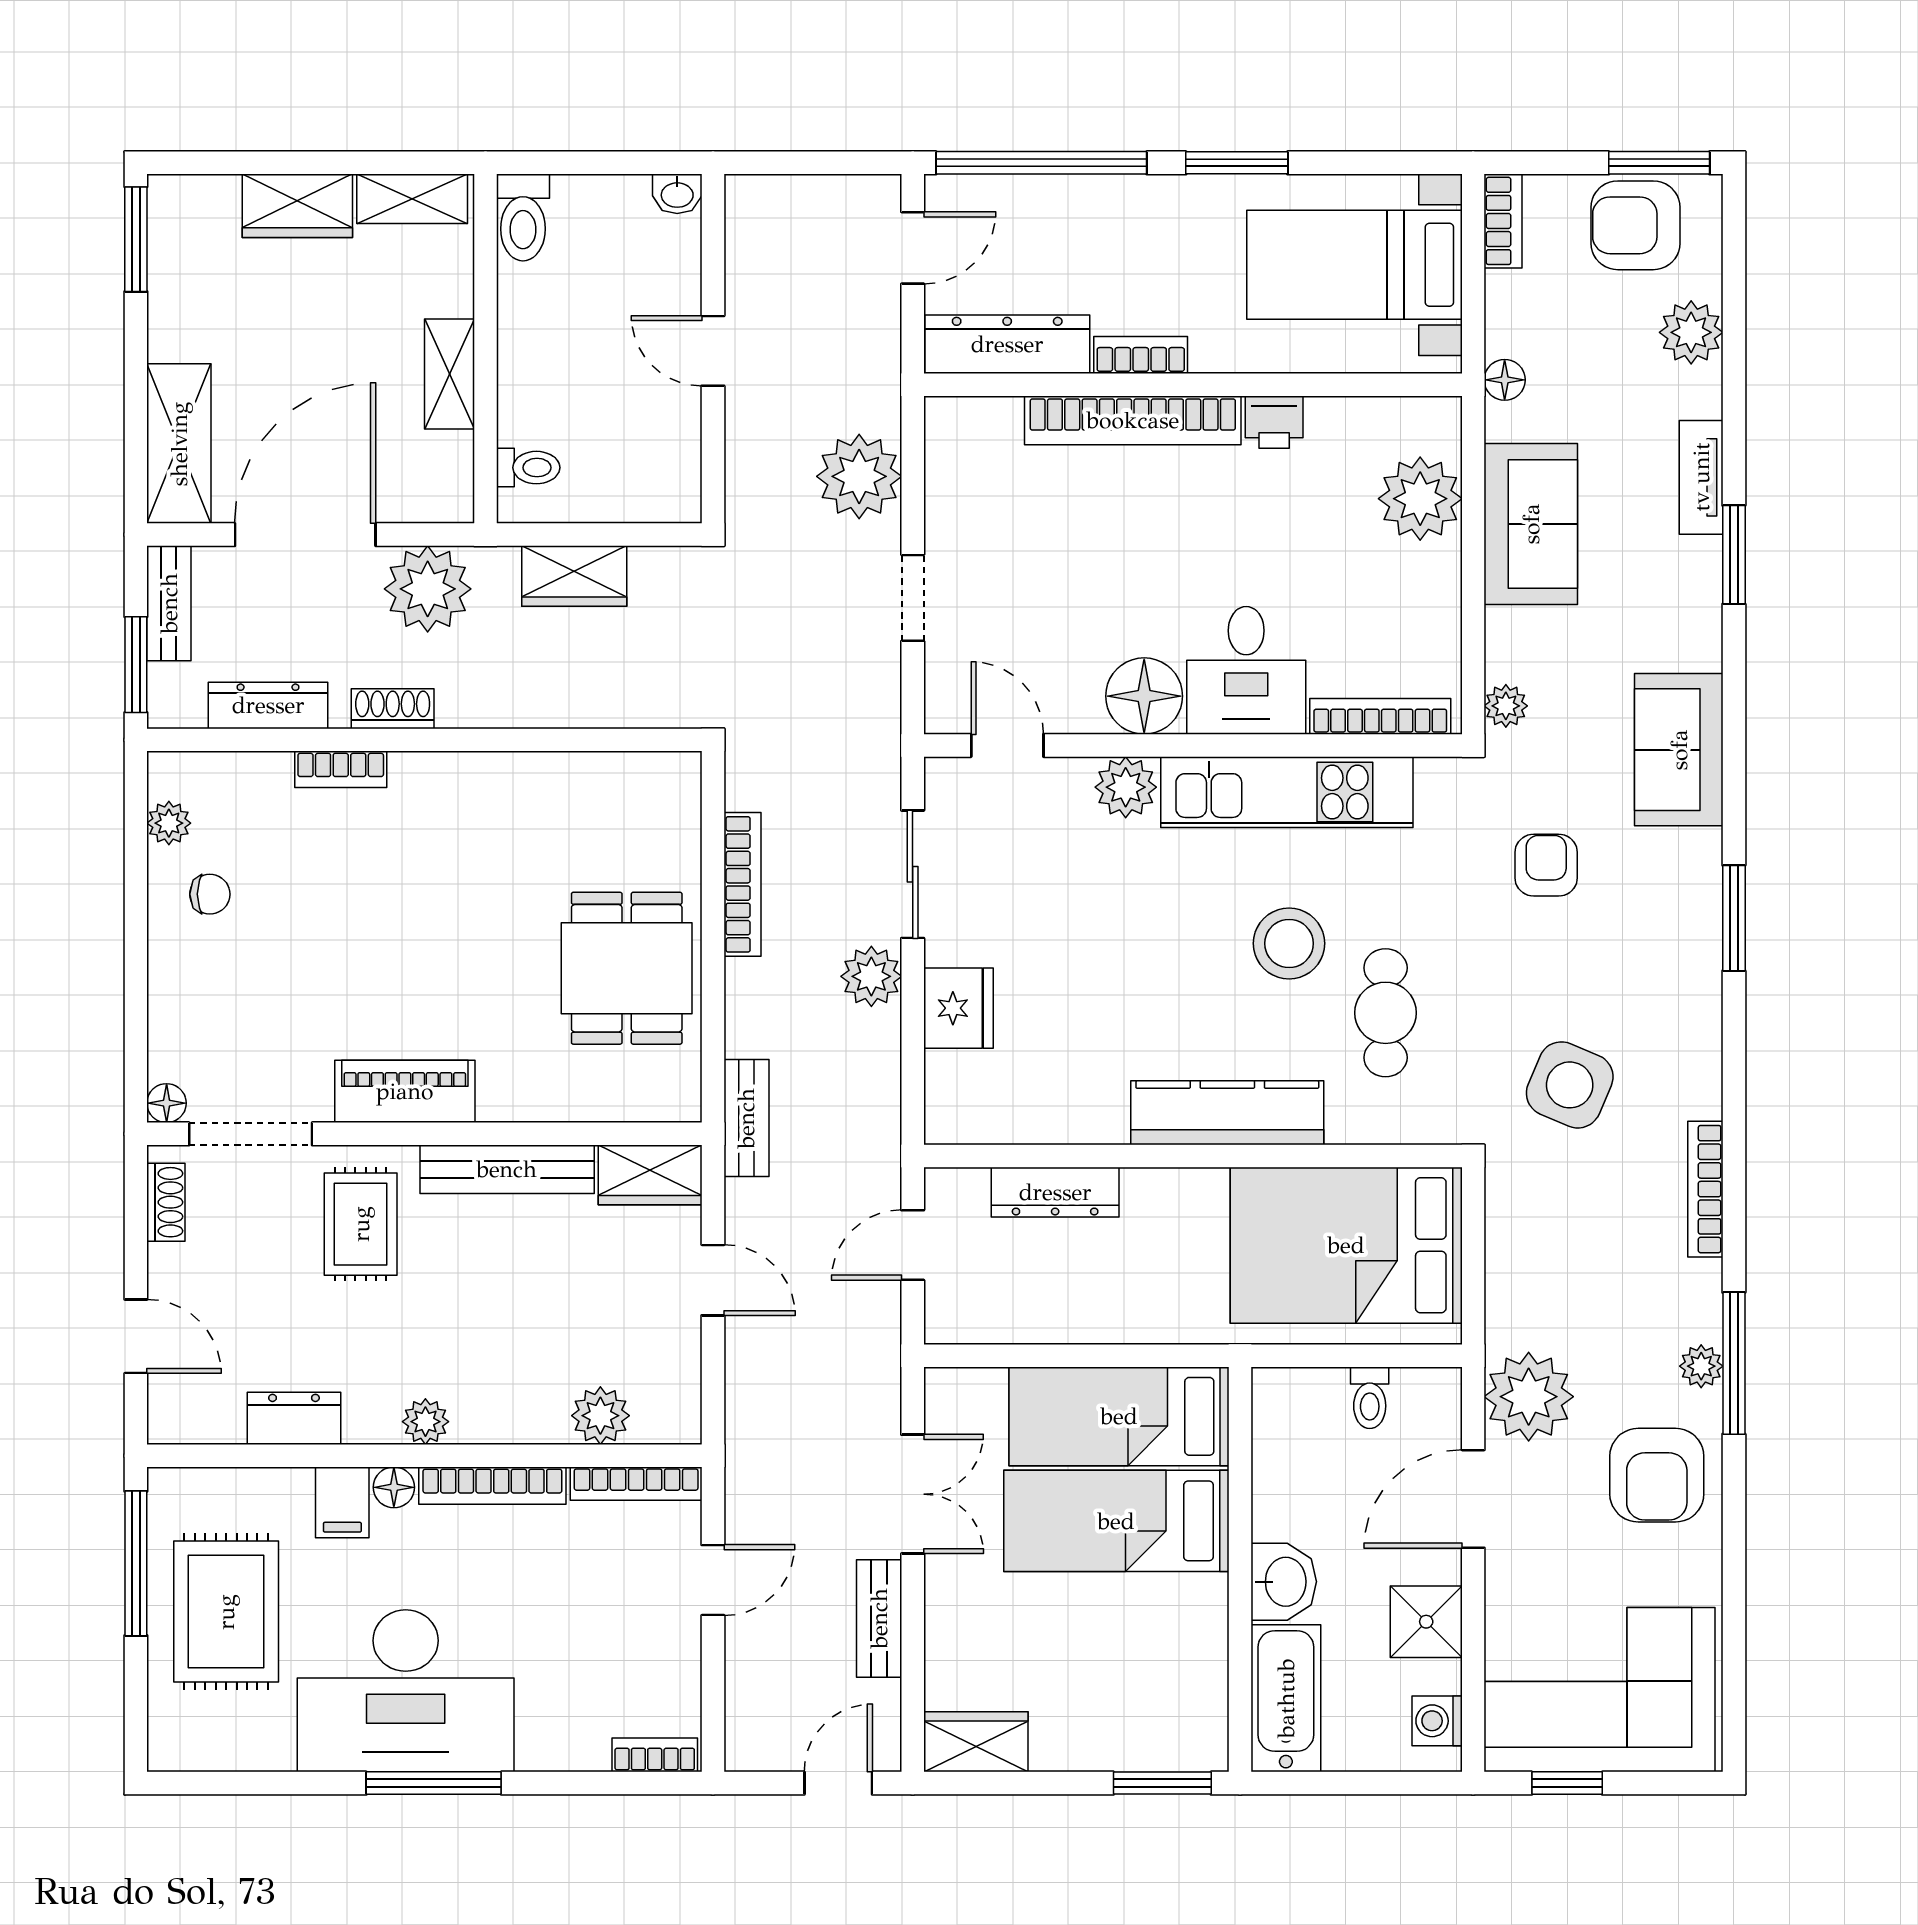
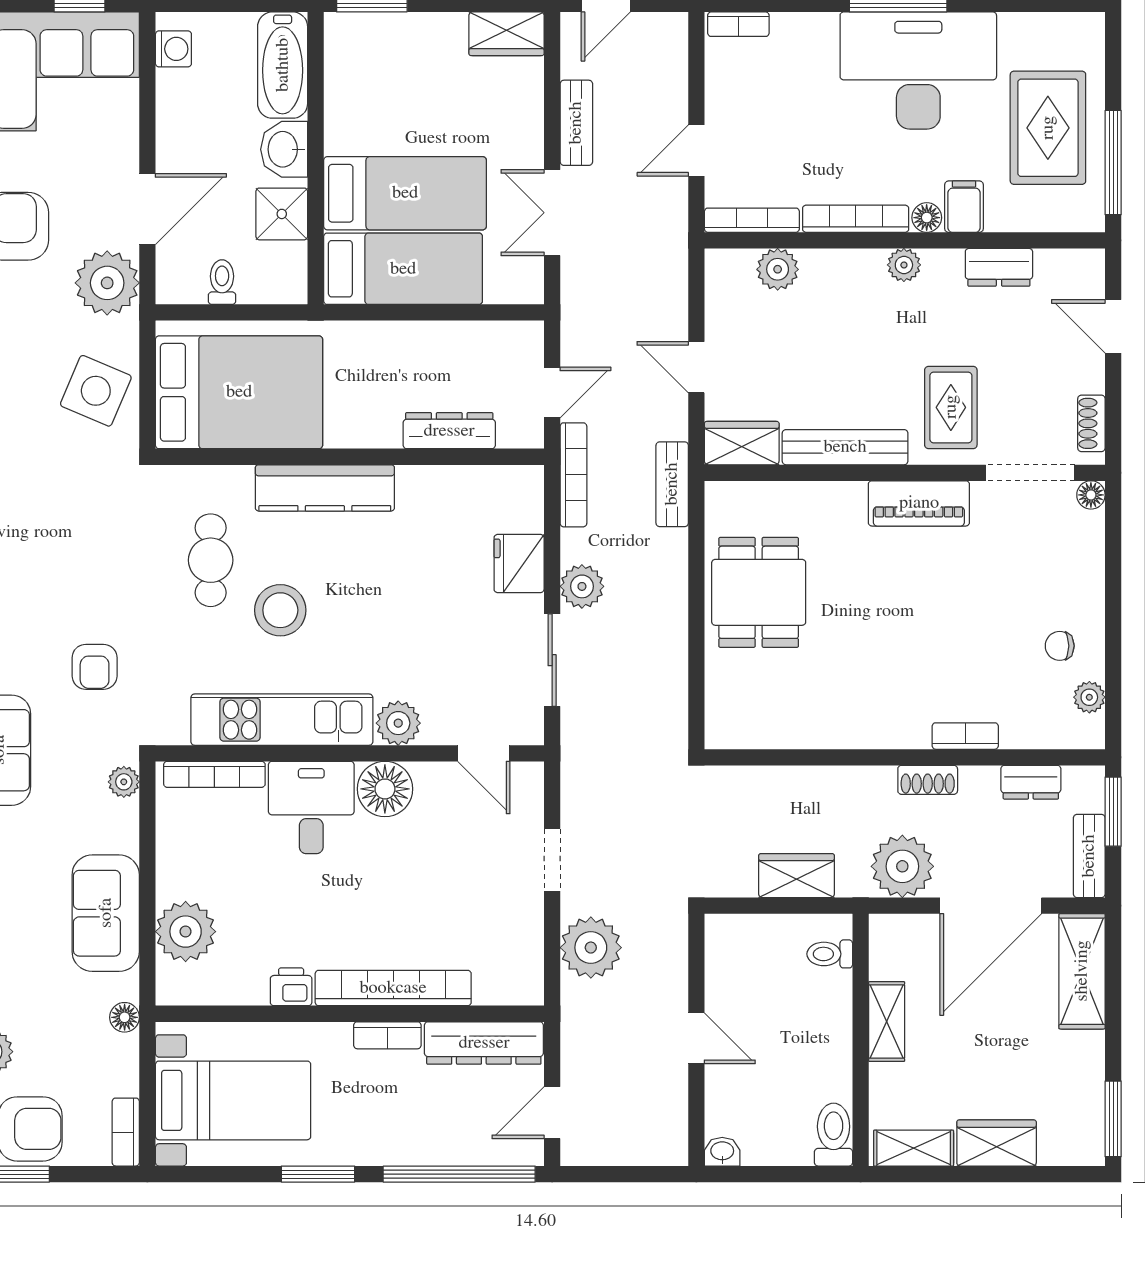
dresser: (268, 705) -> (1031, 782), width x0.70
bookcase: (742, 884) -> (573, 475), moved, turned 180
side table: (1570, 1085) -> (96, 391), moved
shower: (1426, 1622) -> (282, 214), moved

